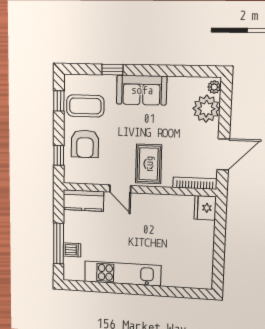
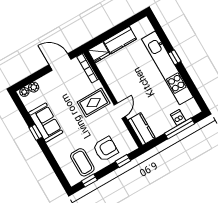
window: (112, 70) -> (36, 132), moved
sofa: (142, 90) -> (46, 123), moved
plant: (206, 109) -> (34, 87), width x0.53, depth x0.53
kitchen counter: (204, 242) -> (120, 40), added
kitchen unit: (123, 273) -> (167, 68), width x1.36
window: (144, 290) -> (175, 57), added

